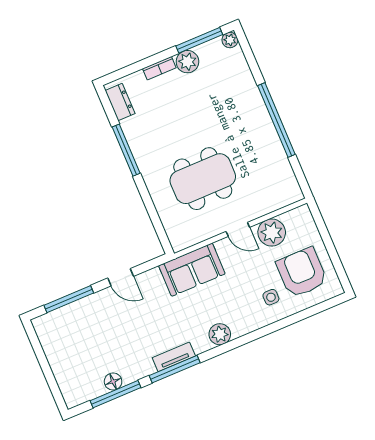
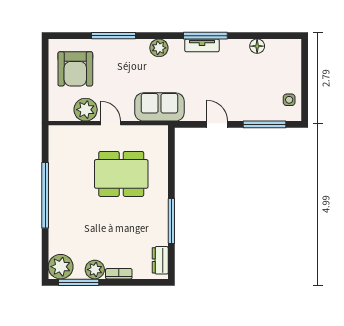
plant: (230, 40) -> (61, 267), width x1.87, depth x1.87
side table: (271, 297) -> (289, 100), moved
window: (116, 394) -> (114, 36), moved

